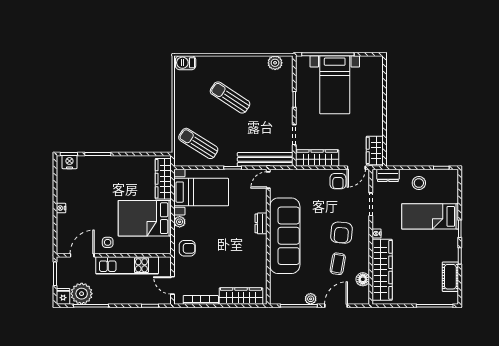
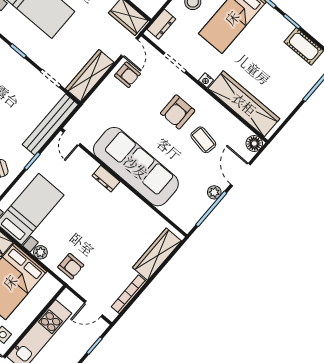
armchair: (341, 233) -> (178, 112), turned 85
armchair: (187, 248) -> (71, 266), turned 90
floor lamp: (363, 279) -> (254, 143), moved

